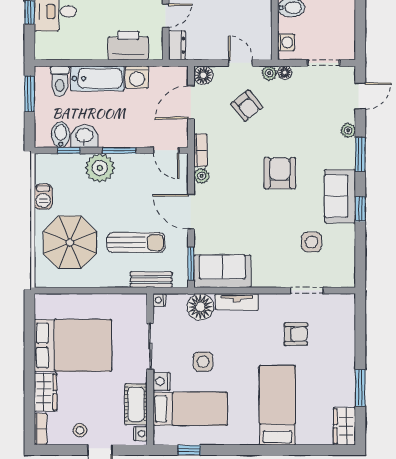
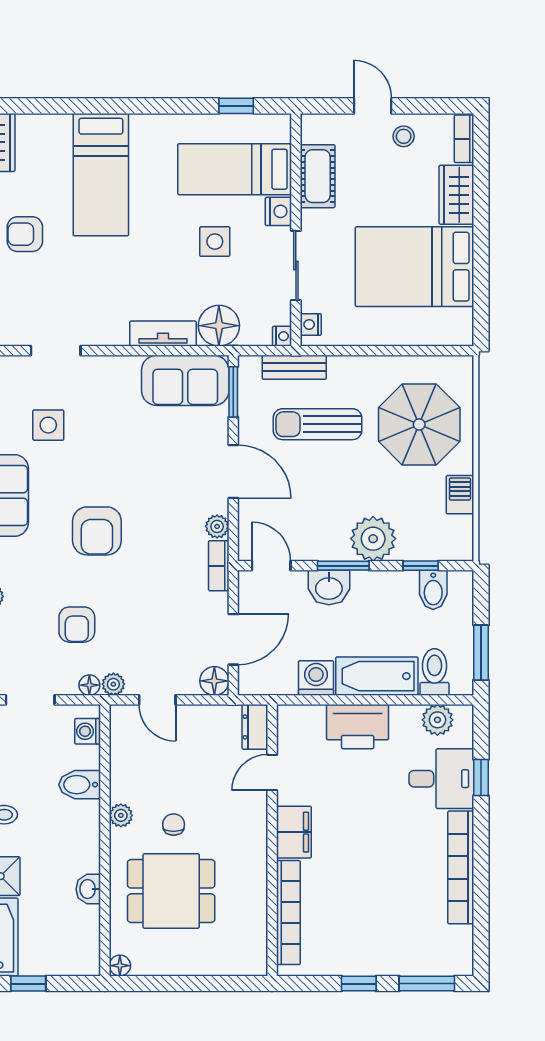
printer: (128, 45) -> (358, 727), moved
plant: (58, 50) -> (437, 720), added
armchair: (247, 106) -> (77, 625), moved, turned -141
washbasin: (84, 136) -> (329, 587), moved
armchair: (296, 334) -> (25, 234), moved
nightstand: (140, 434) -> (311, 324), moved

